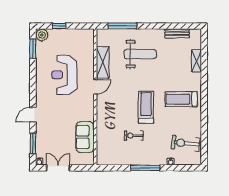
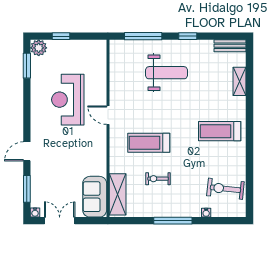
window: (157, 26) -> (188, 36), added
bench: (177, 33) -> (230, 46), moved
shelving: (103, 63) -> (118, 194), moved
door: (95, 87) -> (108, 115), swing flipped
treadmill: (146, 107) -> (149, 143), moved, turned -90
sofa: (85, 137) -> (95, 197), moved

